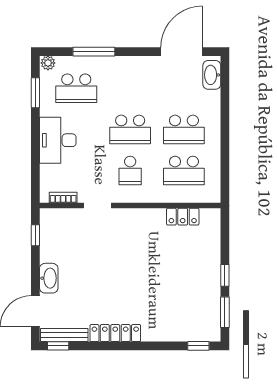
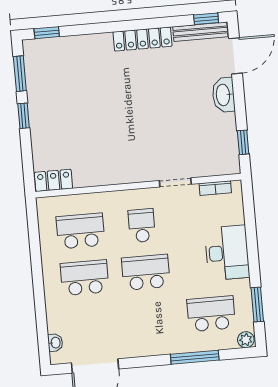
washbasin: (212, 75) -> (55, 343), width x0.52, depth x0.69
locker: (183, 217) -> (53, 180), moved

